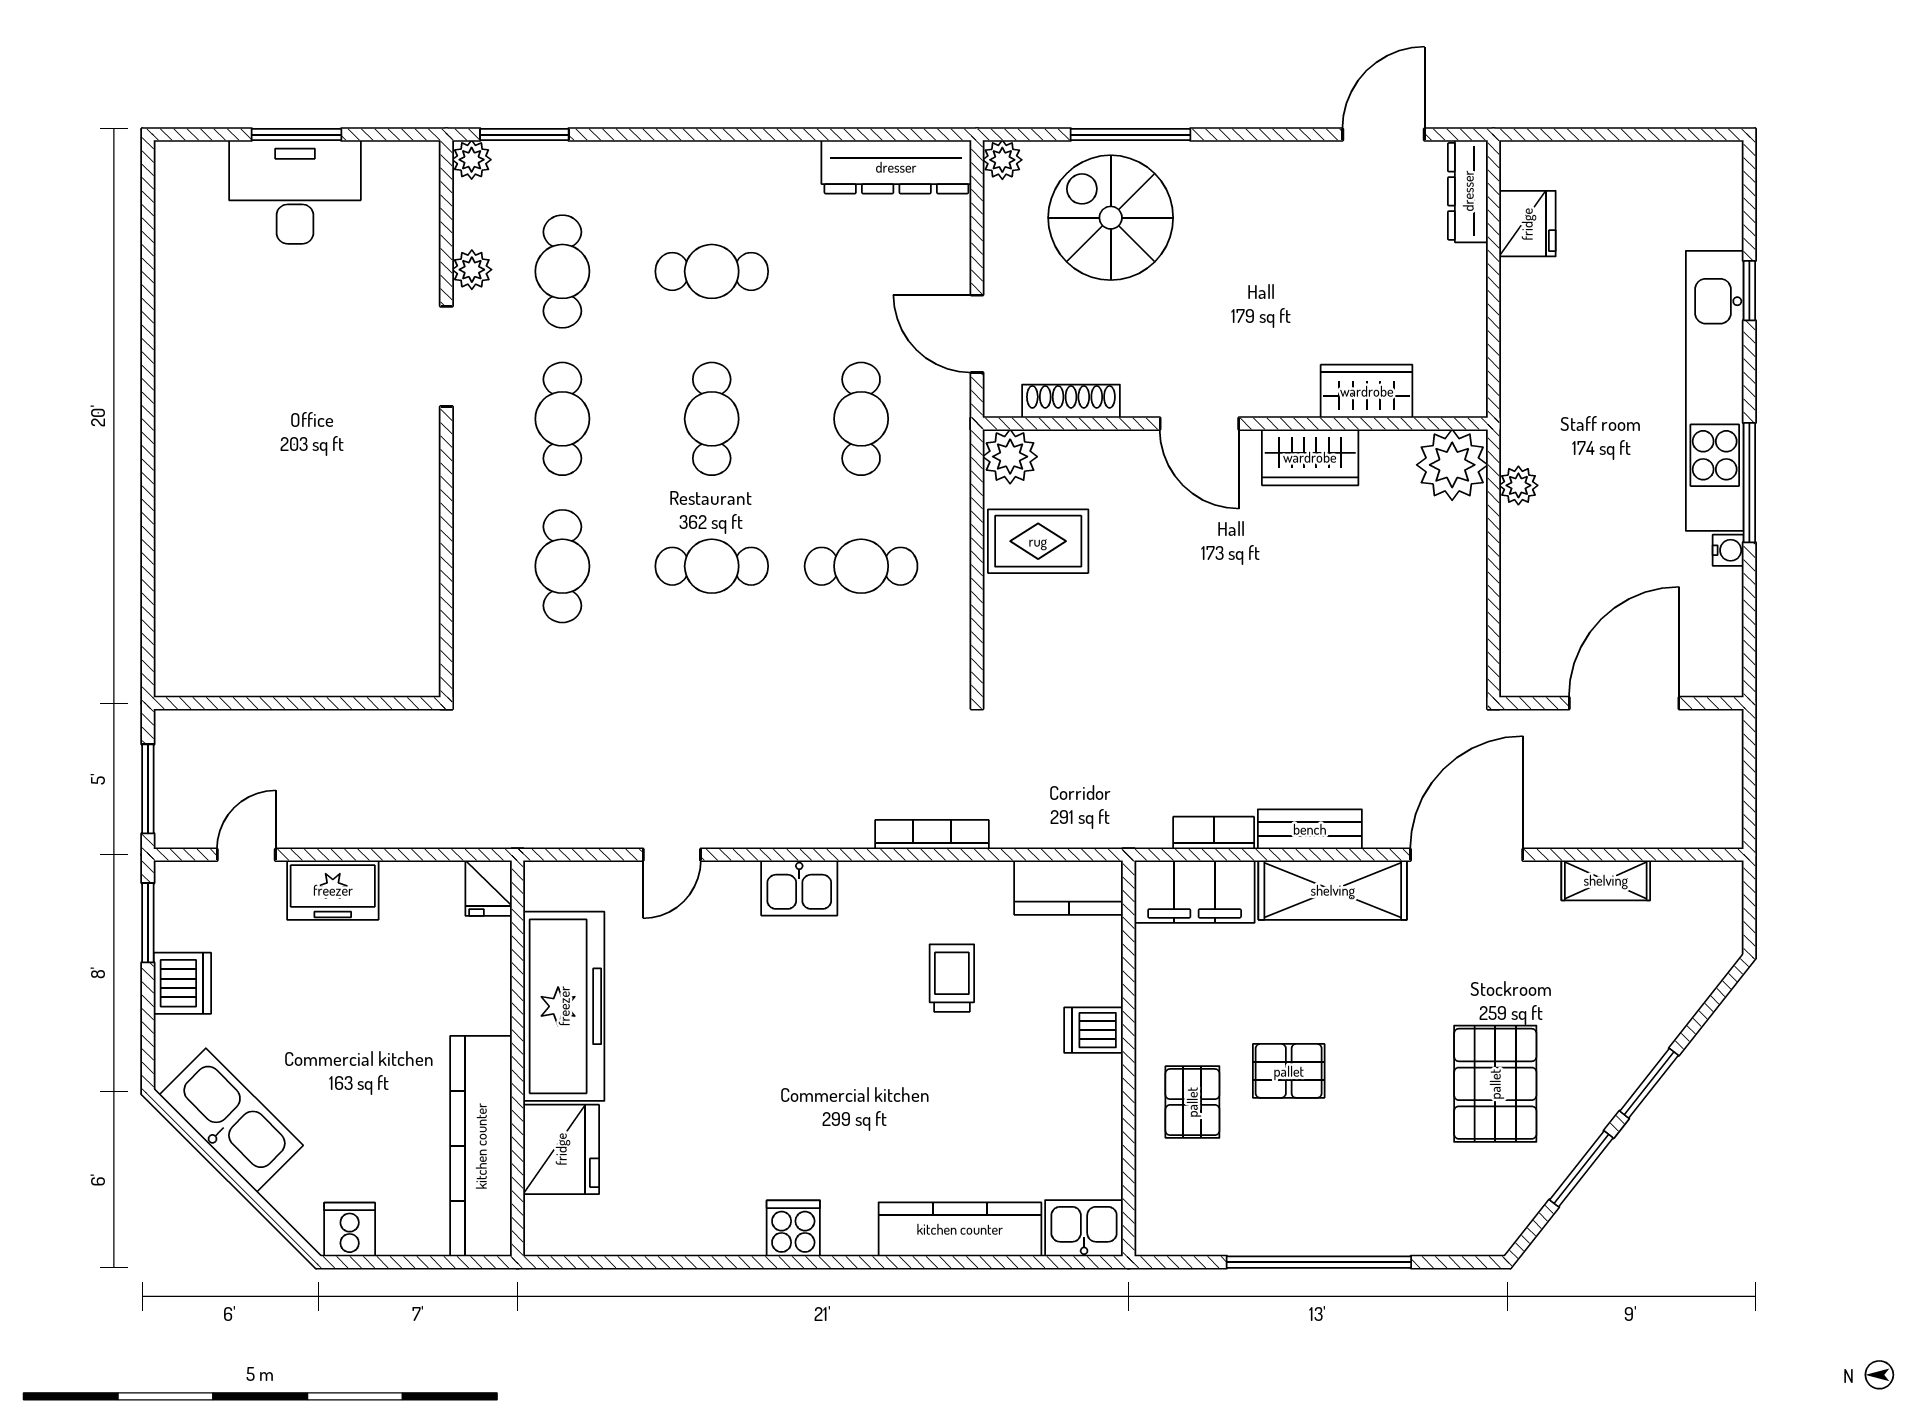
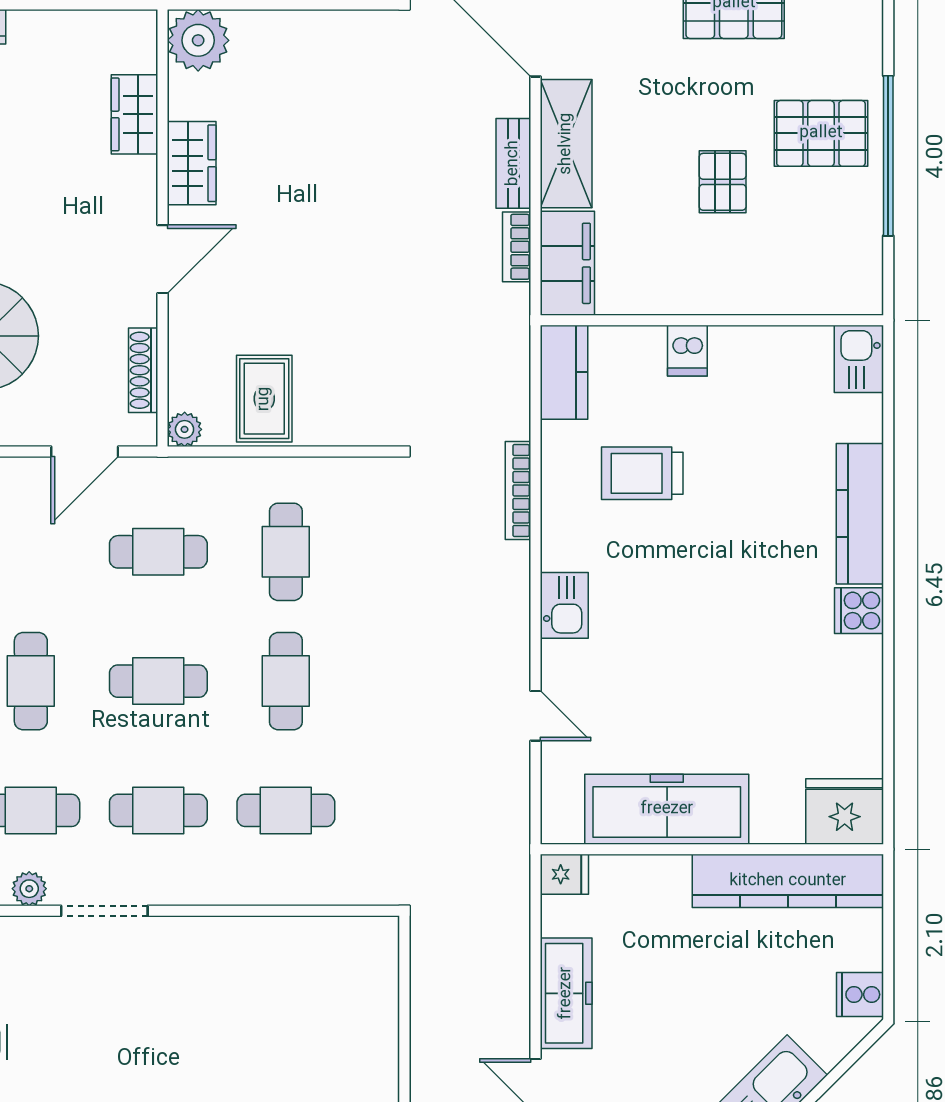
plant: (1010, 457) -> (185, 429), width x0.73, depth x0.73
freezer: (333, 890) -> (566, 993), width x1.40
trolley: (952, 978) -> (642, 473), width x1.36, depth x1.39
pallet: (1192, 1102) -> (821, 133), moved, width x1.50, depth x1.42
fridge: (561, 1149) -> (845, 811), moved
kitchen counter: (960, 1229) -> (860, 514), moved

